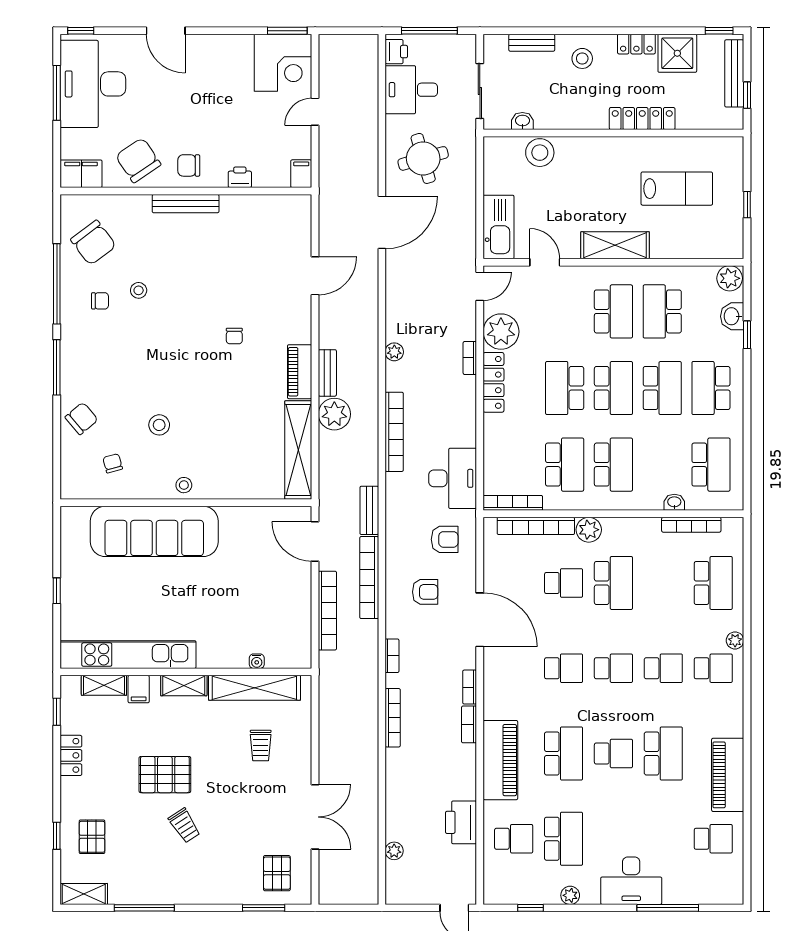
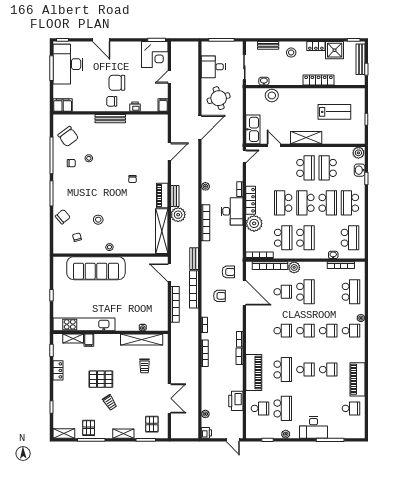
printer: (396, 52) -> (206, 433), moved
chair: (138, 160) -> (117, 83), moved, turned -56
plant: (501, 332) -> (254, 223), moved
school desk: (613, 388) -> (305, 203), turned 180
desk: (453, 478) -> (232, 211), moved
door: (480, 620) -> (244, 293), moved
shelving: (184, 686) -> (123, 434), moved
school desk: (663, 753) -> (328, 370), width x0.54
pallet: (92, 837) -> (89, 428), moved

